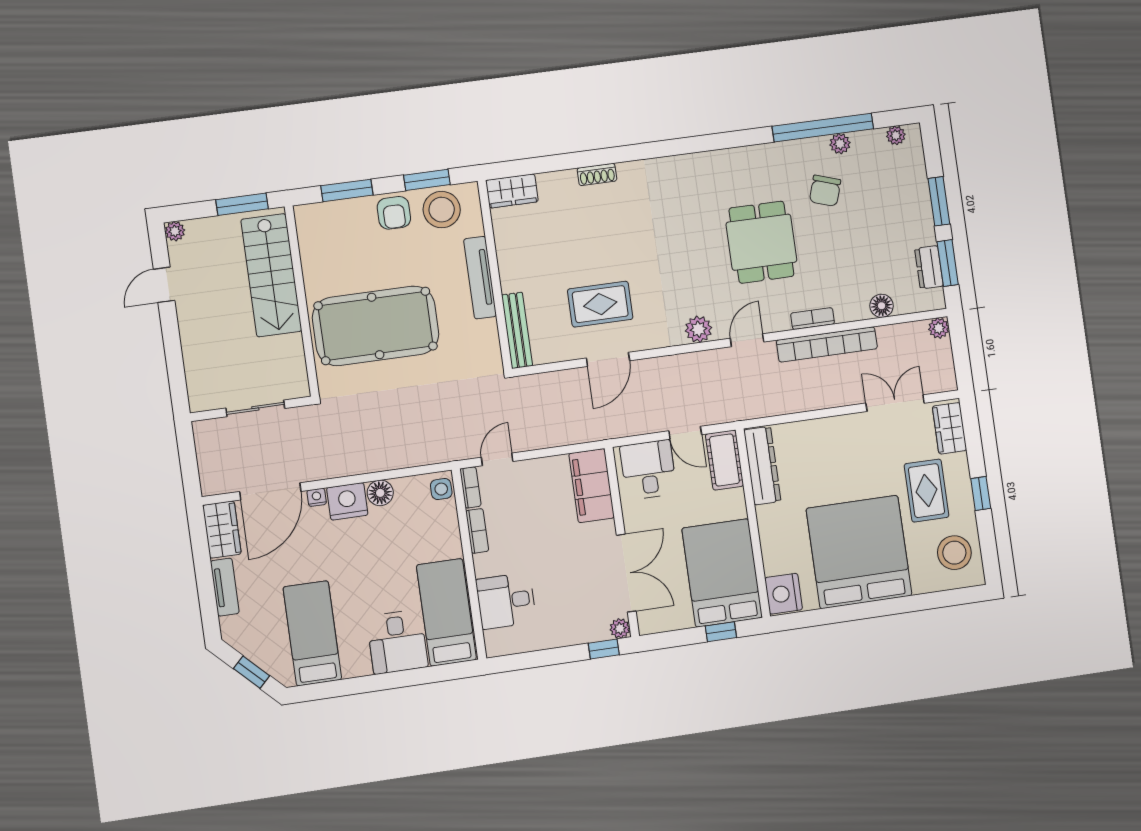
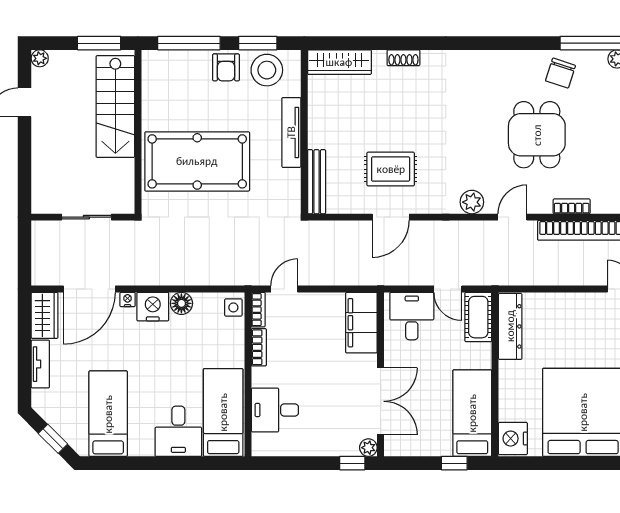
window: (347, 190) -> (189, 43), width x1.44
wardrobe: (512, 191) -> (339, 62), width x1.50
chair: (825, 191) -> (560, 73), moved
bed: (722, 573) -> (472, 413), width x0.67

